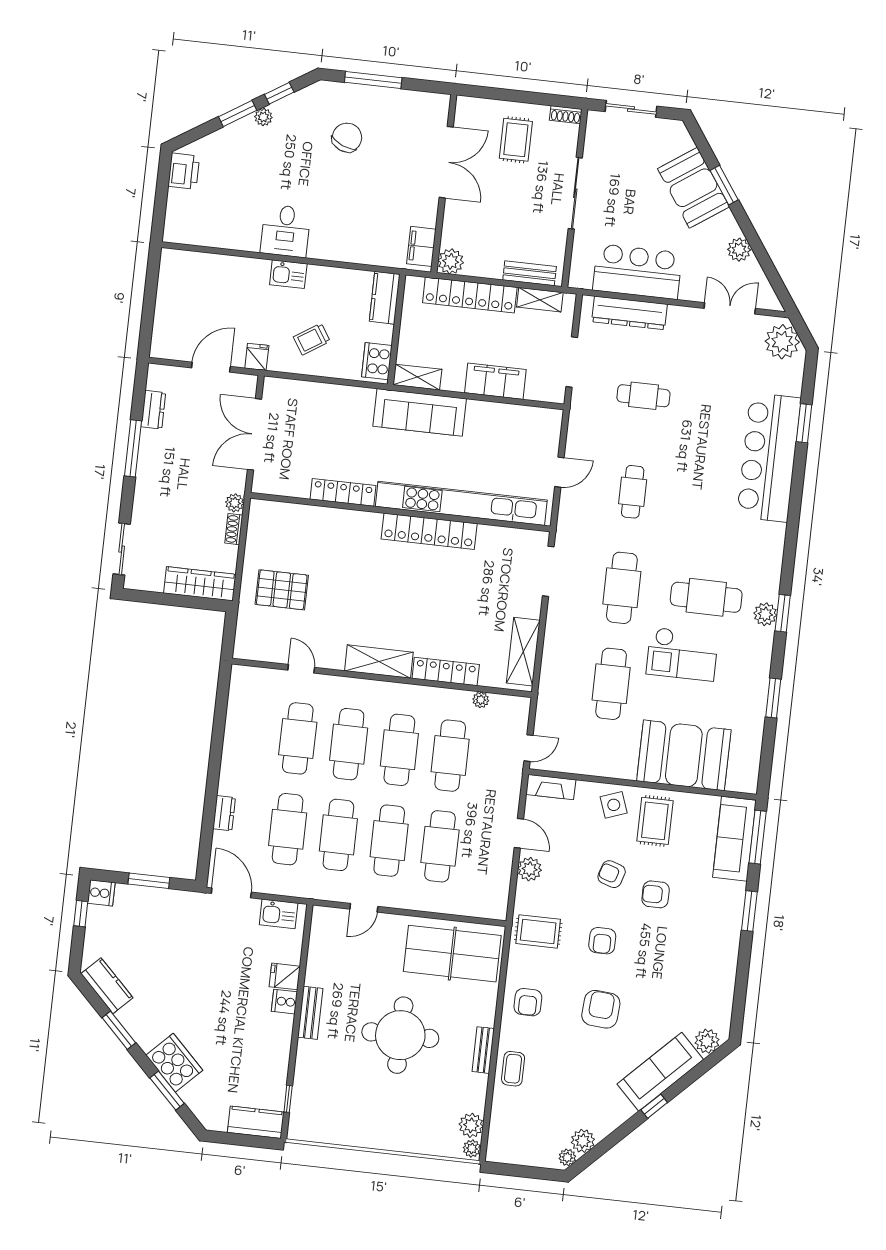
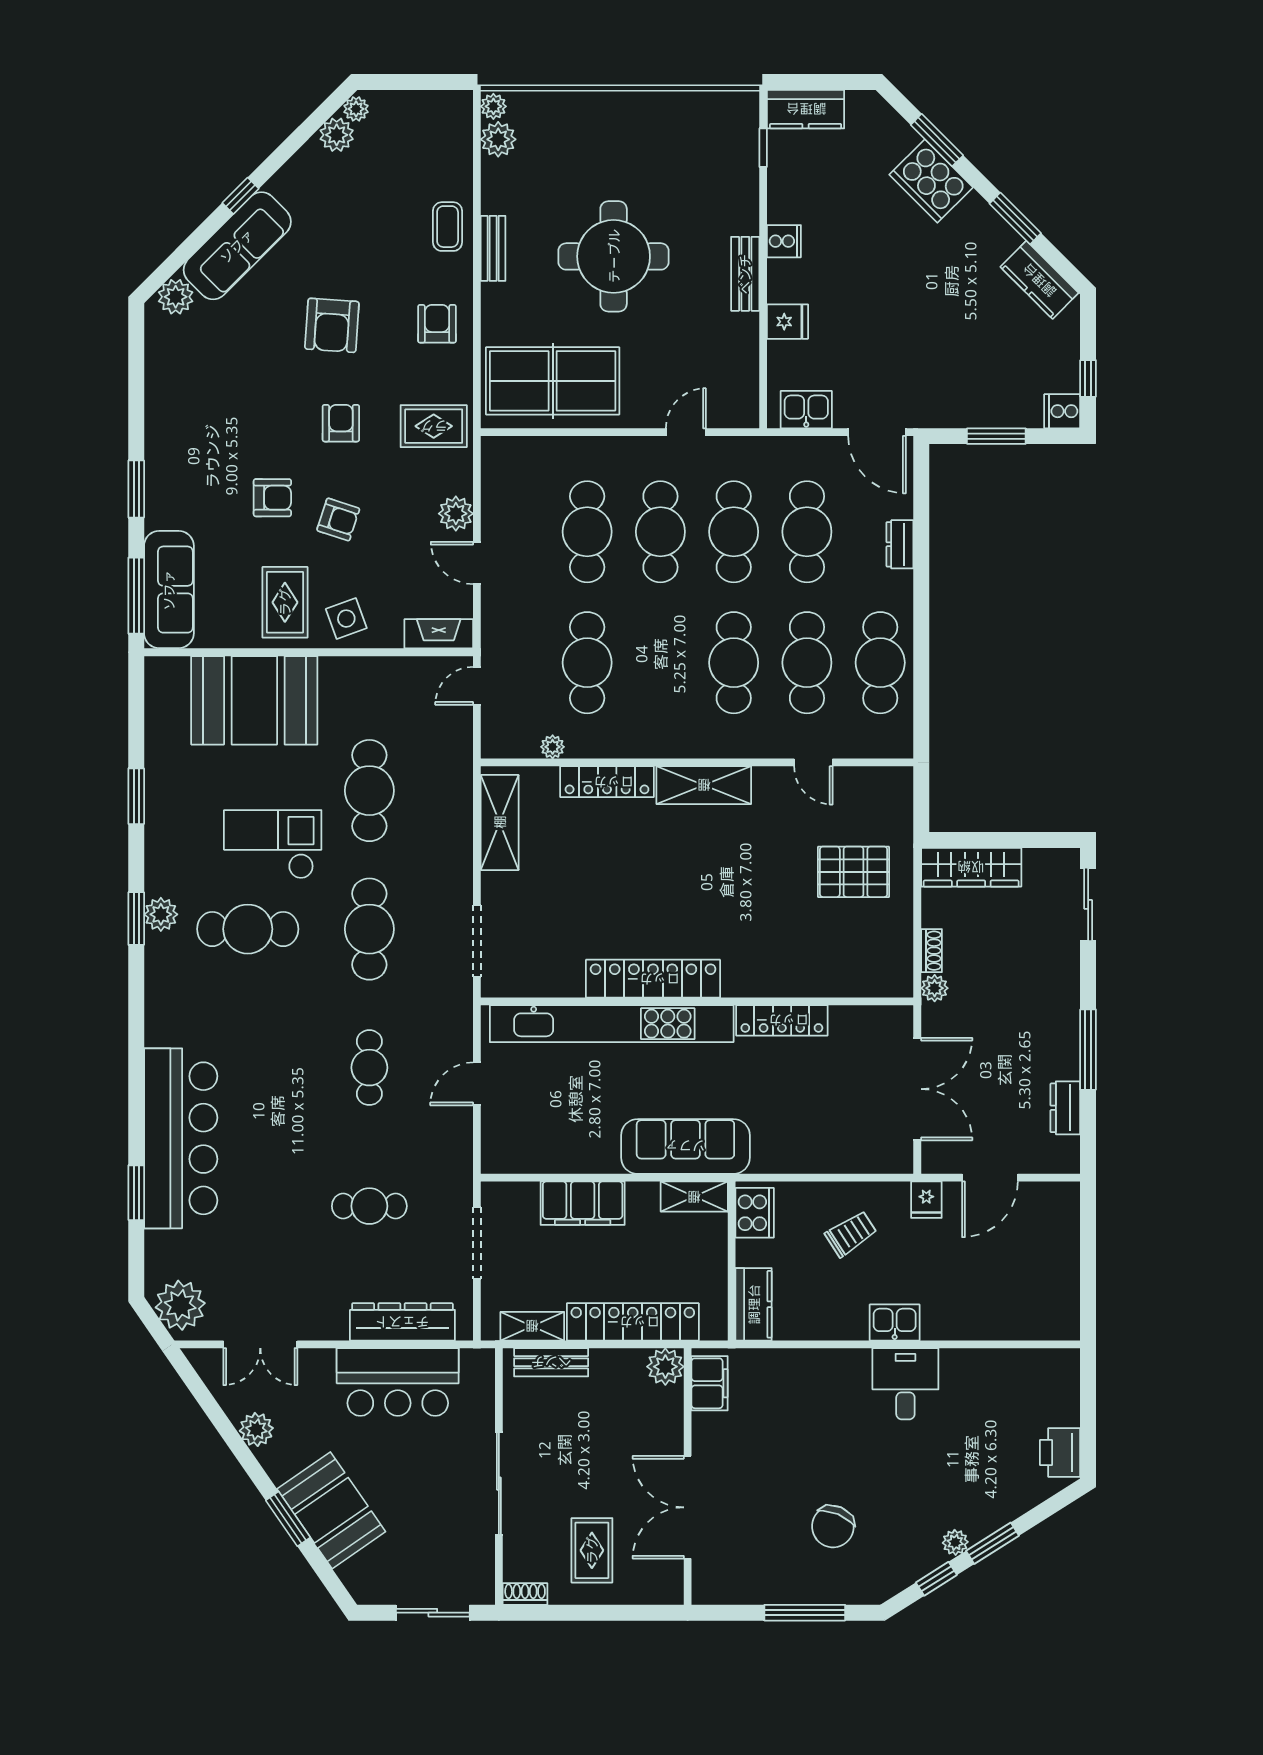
cafe table: (399, 750) -> (880, 663), moved
cooker: (284, 1002) -> (784, 241), moved

